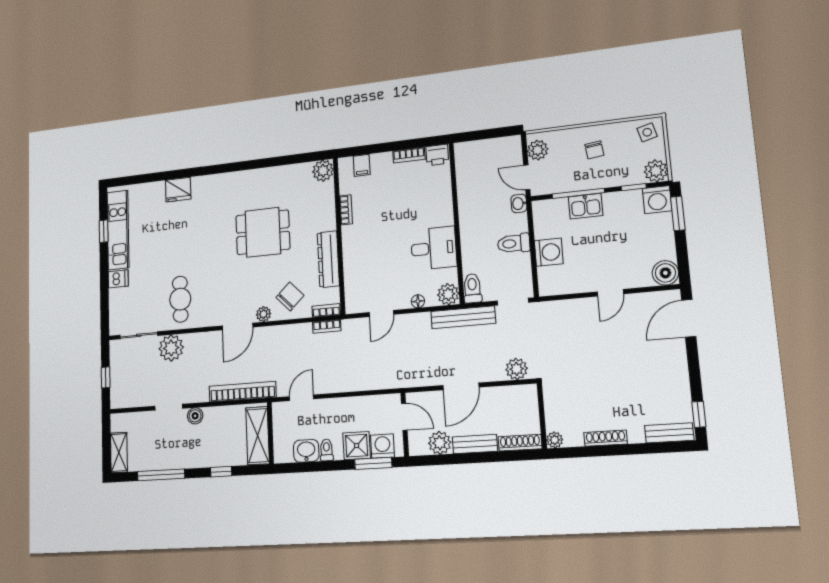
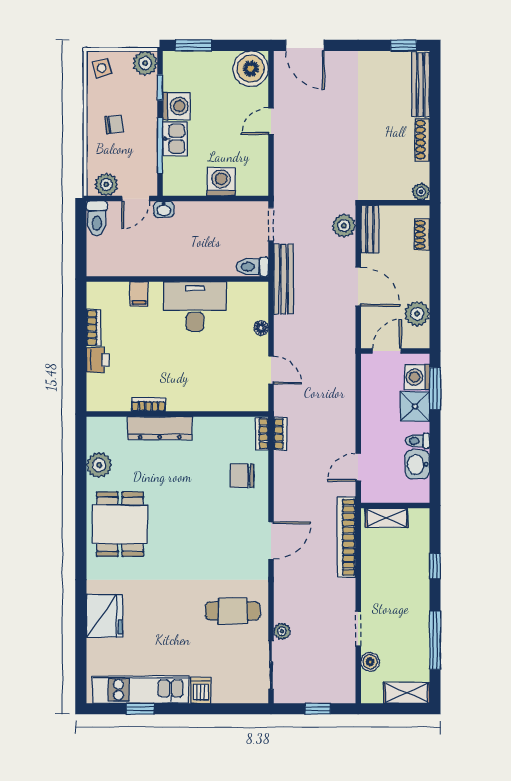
printer: (437, 155) -> (98, 360), moved
filing cabinet: (362, 165) -> (139, 294), moved, turned 90
plant: (323, 171) -> (99, 465), moved
fridge: (178, 190) -> (105, 616), width x1.36, depth x1.34
washing machine: (657, 200) -> (176, 106), moved
dining table: (263, 232) -> (120, 524), moved
toilet: (514, 243) -> (97, 218), moved
desk: (434, 248) -> (195, 306), width x1.37
dresser: (328, 259) -> (160, 428), moved
boiler: (665, 273) -> (251, 69), width x1.37, depth x1.37
door: (610, 293) -> (271, 121), swing flipped
plant: (448, 294) -> (256, 294), removed
chair: (290, 296) -> (242, 476), turned -46
plant: (264, 314) -> (260, 508), removed
door: (238, 326) -> (271, 541), hinge flipped
plant: (171, 348) -> (282, 631), width x0.53, depth x0.53
door: (302, 398) -> (358, 467), hinge flipped
boiler: (195, 416) -> (370, 662), moved
bench: (669, 433) -> (421, 85), width x1.36
shelving: (258, 436) -> (386, 518), width x0.67, depth x0.75
shoe rack: (520, 443) -> (422, 235), width x0.70
bench: (475, 444) -> (370, 229), moved

